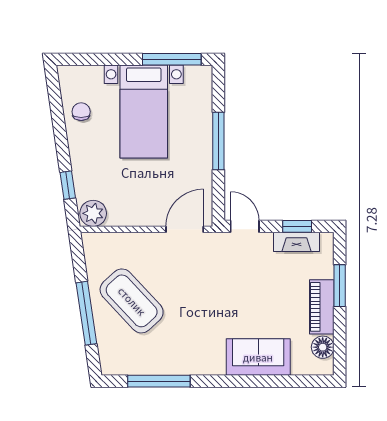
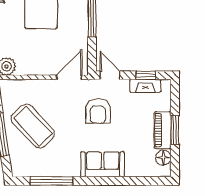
armchair: (227, 279) -> (98, 111), added
window: (340, 286) -> (175, 130), moved
sofa: (258, 357) -> (103, 164), moved

